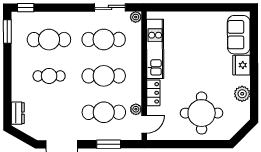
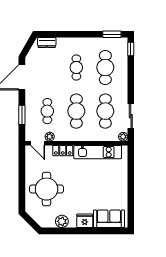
cafe table: (104, 112) -> (47, 111), width x0.73, depth x0.74

